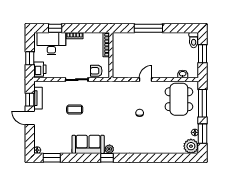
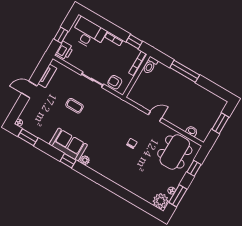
window: (55, 28) -> (134, 42), moved
toilet: (194, 40) -> (150, 65), moved
window: (30, 100) -> (39, 73), removed
window: (202, 103) -> (194, 168), width x0.46
door: (30, 118) -> (29, 89), hinge flipped
window: (107, 158) -> (68, 161), moved

